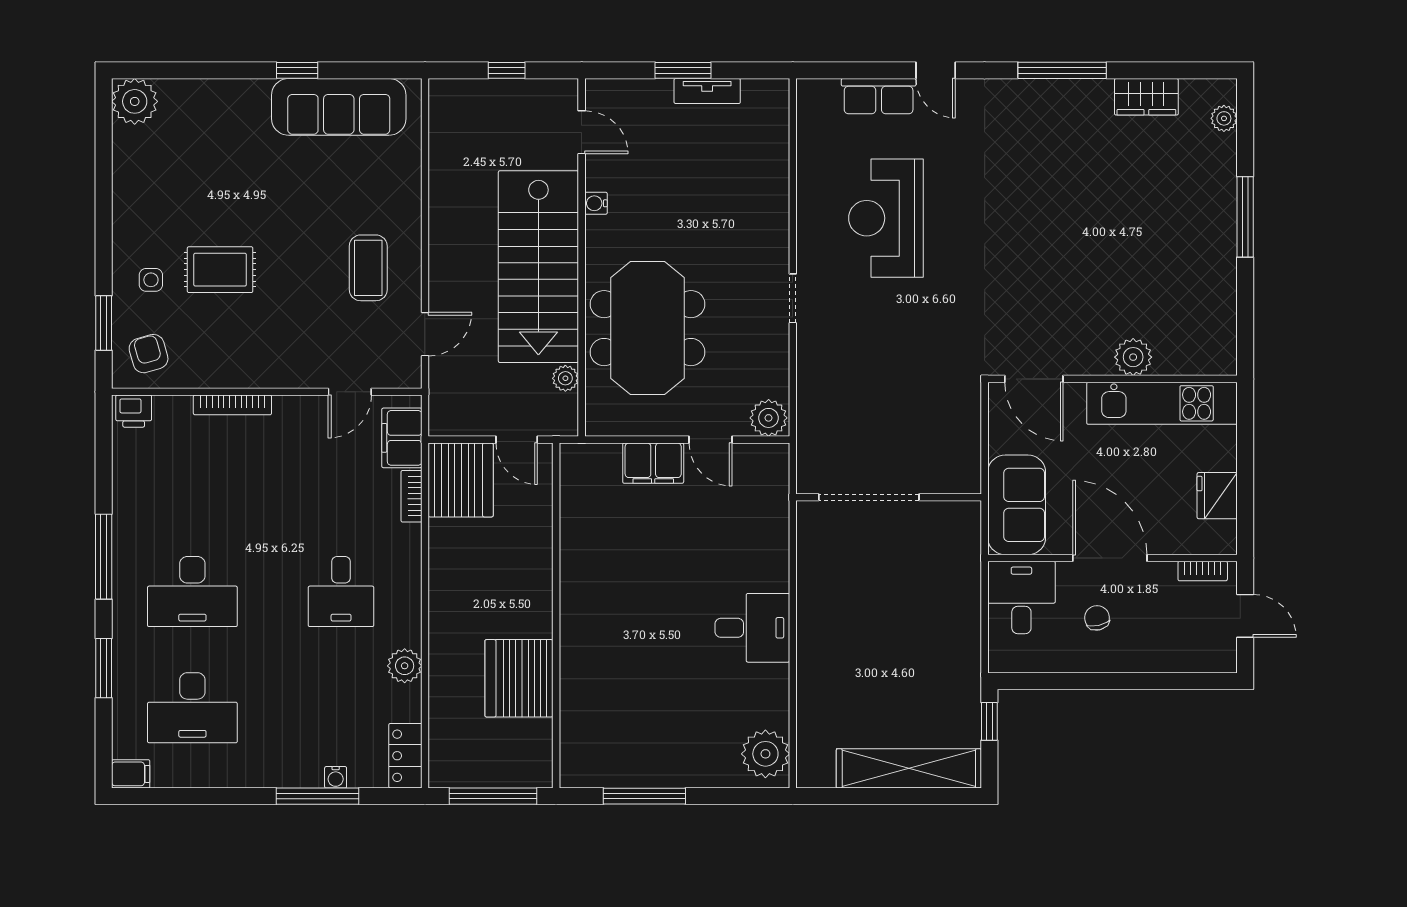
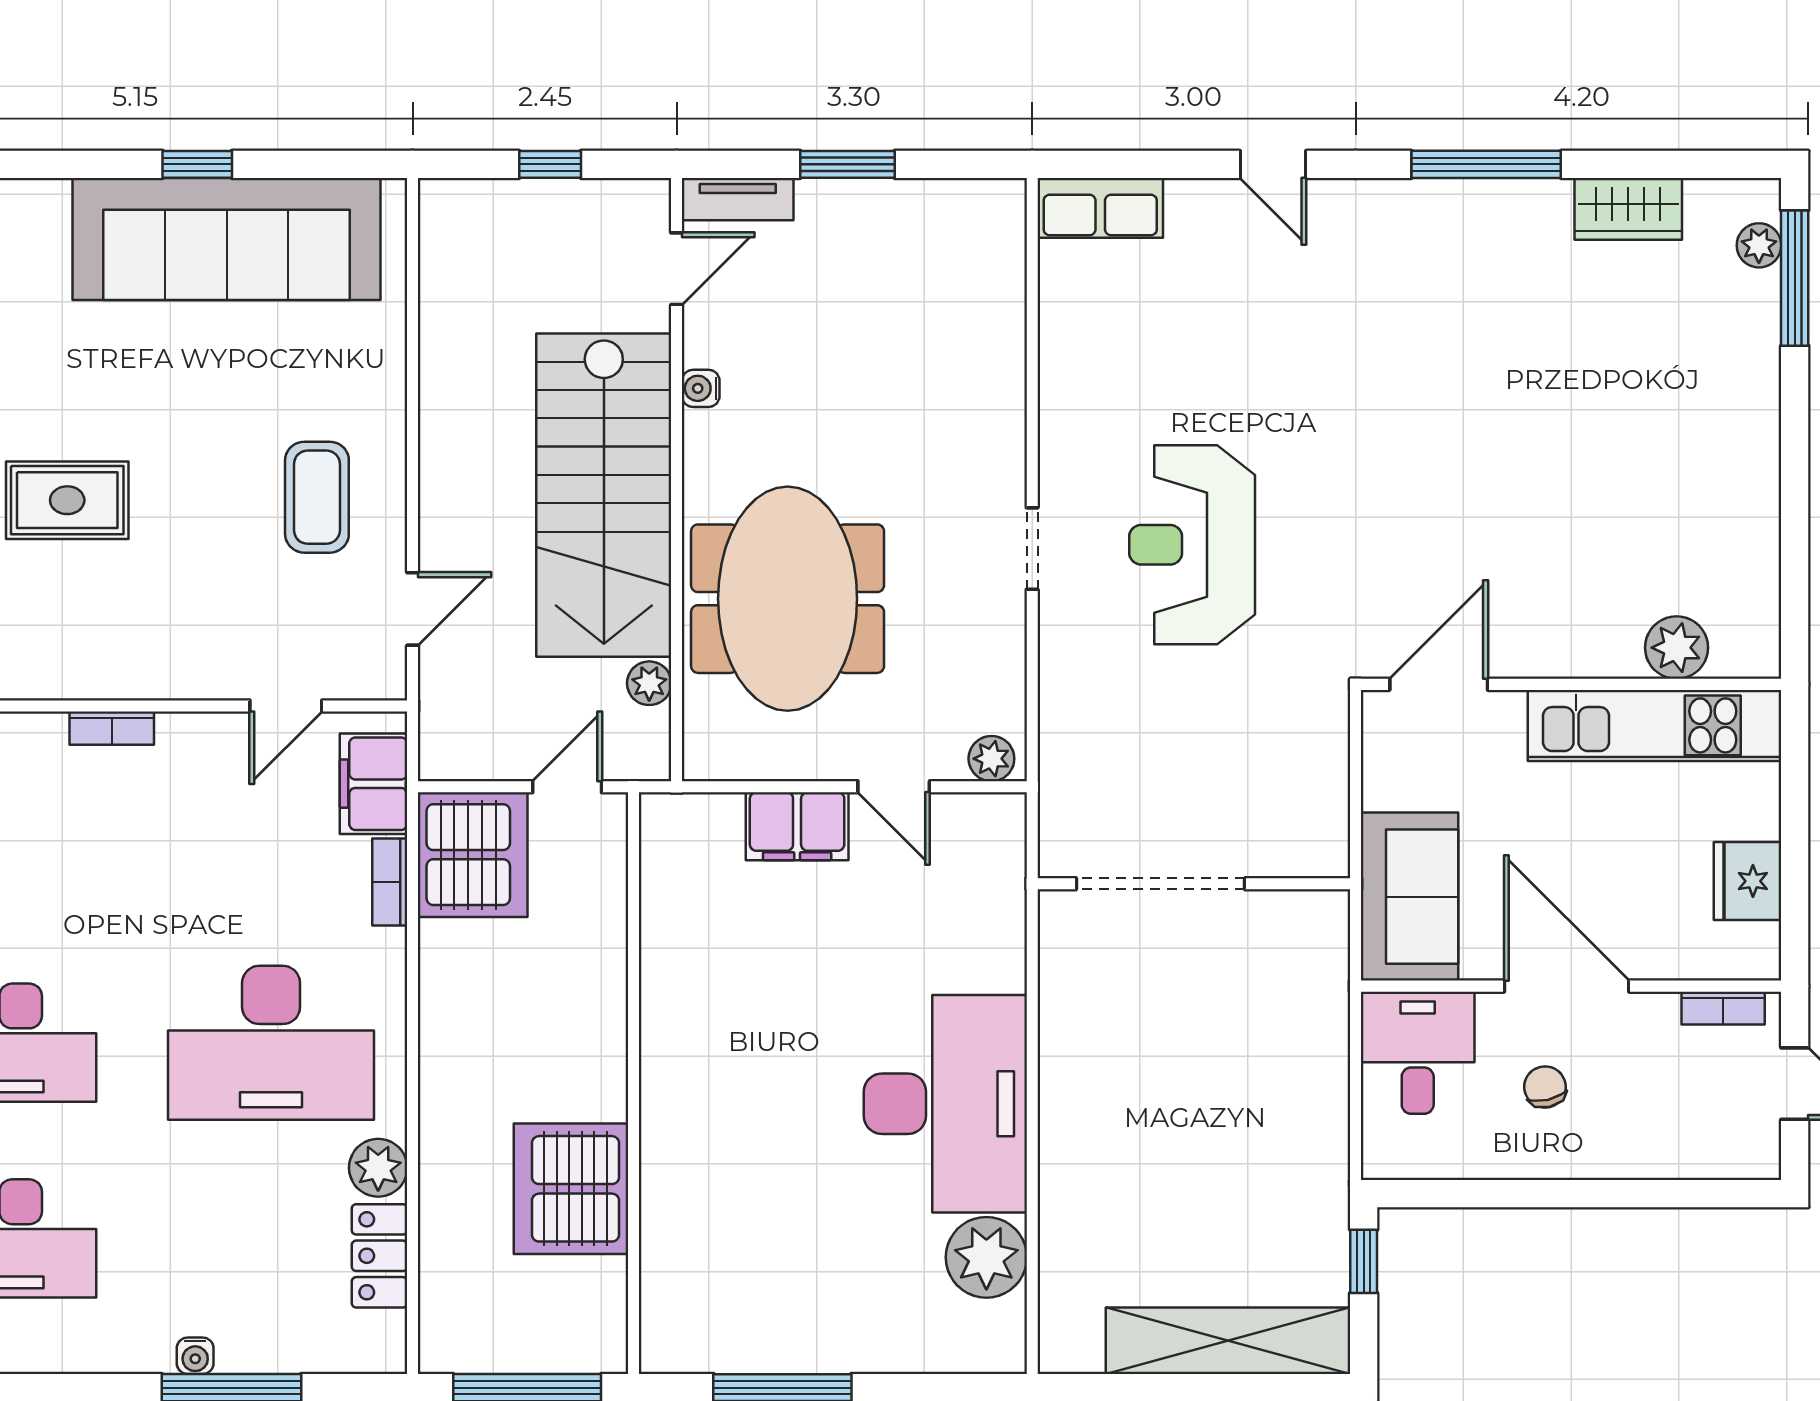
tv unit: (707, 91) -> (738, 199), moved
row of seats: (879, 96) -> (1100, 208), moved
sofa: (339, 107) -> (227, 239), width x1.36, depth x1.27
door: (582, 132) -> (677, 269), hinge flipped
window: (1245, 217) -> (1795, 278), moved
reception desk: (886, 218) -> (1192, 545), moved
plant: (1133, 357) -> (1677, 648), moved
door: (1034, 379) -> (1439, 684), swing flipped
bookcase: (232, 405) -> (112, 728), width x0.64
plant: (769, 418) -> (991, 759), width x0.73, depth x0.73
door: (517, 440) -> (567, 787), swing flipped
desk: (341, 592) -> (271, 1043), width x1.87, depth x1.30
desk: (752, 628) -> (945, 1104), width x1.87, depth x1.30
plant: (765, 754) -> (986, 1257), moved
locker: (405, 756) -> (380, 1256), moved
water cooler: (336, 777) -> (195, 1356), moved

